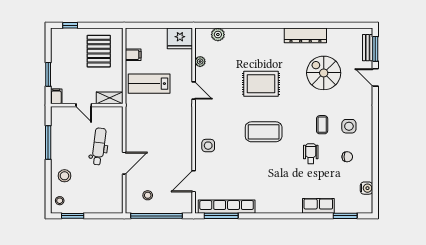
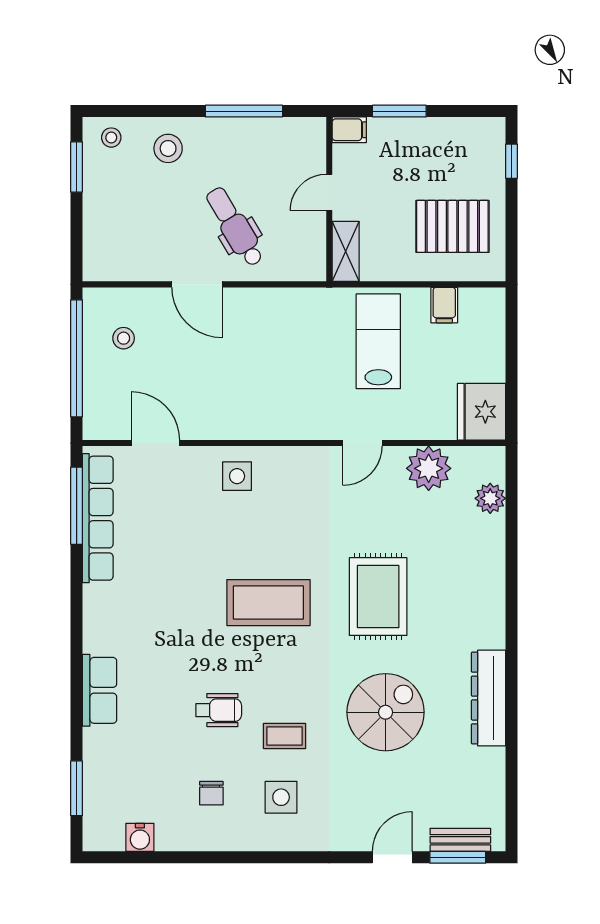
plant: (200, 62) -> (429, 468), width x1.88, depth x1.88
spiral stairs: (324, 73) -> (386, 712), moved
coffee table: (264, 132) -> (268, 603), turned 90
dental chair: (99, 146) -> (235, 227), turned -128
row of seats: (318, 206) -> (100, 690), moved

